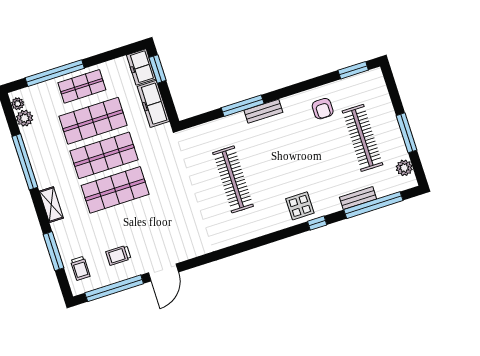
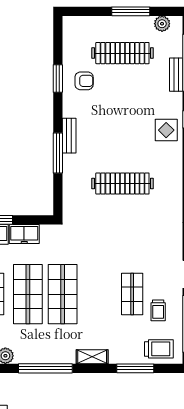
window: (353, 70) -> (58, 78), moved
freezer: (153, 104) -> (24, 234), width x0.71
shop shelf: (115, 190) -> (132, 294), moved, width x0.70, depth x0.74
trolley: (80, 268) -> (159, 349), width x1.36, depth x1.39

